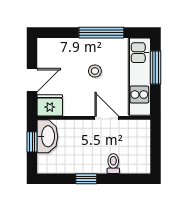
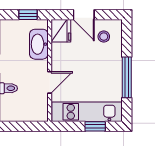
window: (155, 68) -> (95, 126), width x0.67
stool: (95, 71) -> (104, 37), moved
washbasin: (47, 136) -> (39, 44), moved, turned 90

